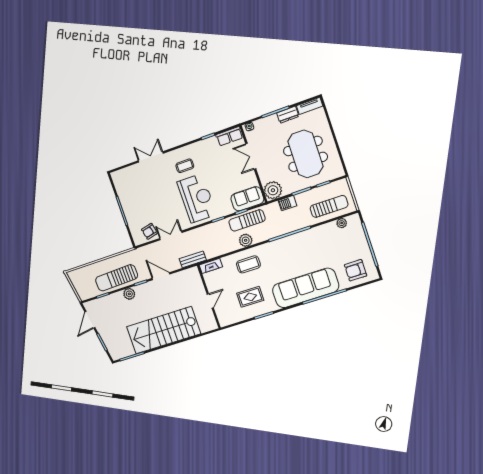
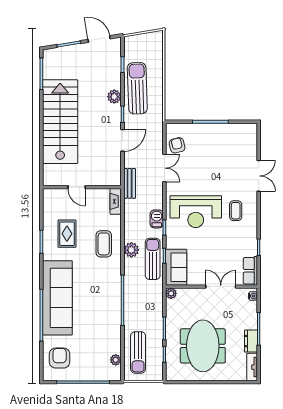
meeting table: (305, 154) -> (203, 346), turned 90
plant: (273, 190) -> (171, 293), width x0.53, depth x0.53
barbecue: (287, 203) -> (157, 219), moved

